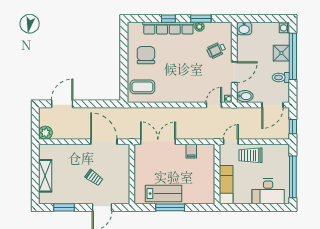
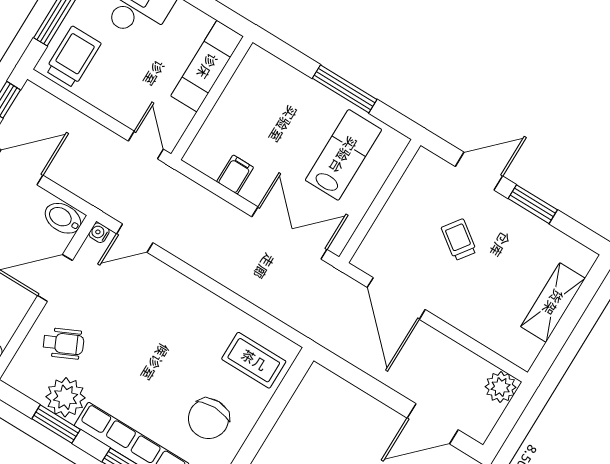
plant: (199, 27) -> (65, 397), width x1.88, depth x1.88
double door: (158, 142) -> (289, 233), swing flipped
door: (231, 142) -> (146, 145), swing flipped
trolley: (250, 155) -> (73, 57), moved, turned -90
lab bench: (163, 194) -> (343, 155), moved, turned 90
window: (64, 207) -> (533, 204), moved

